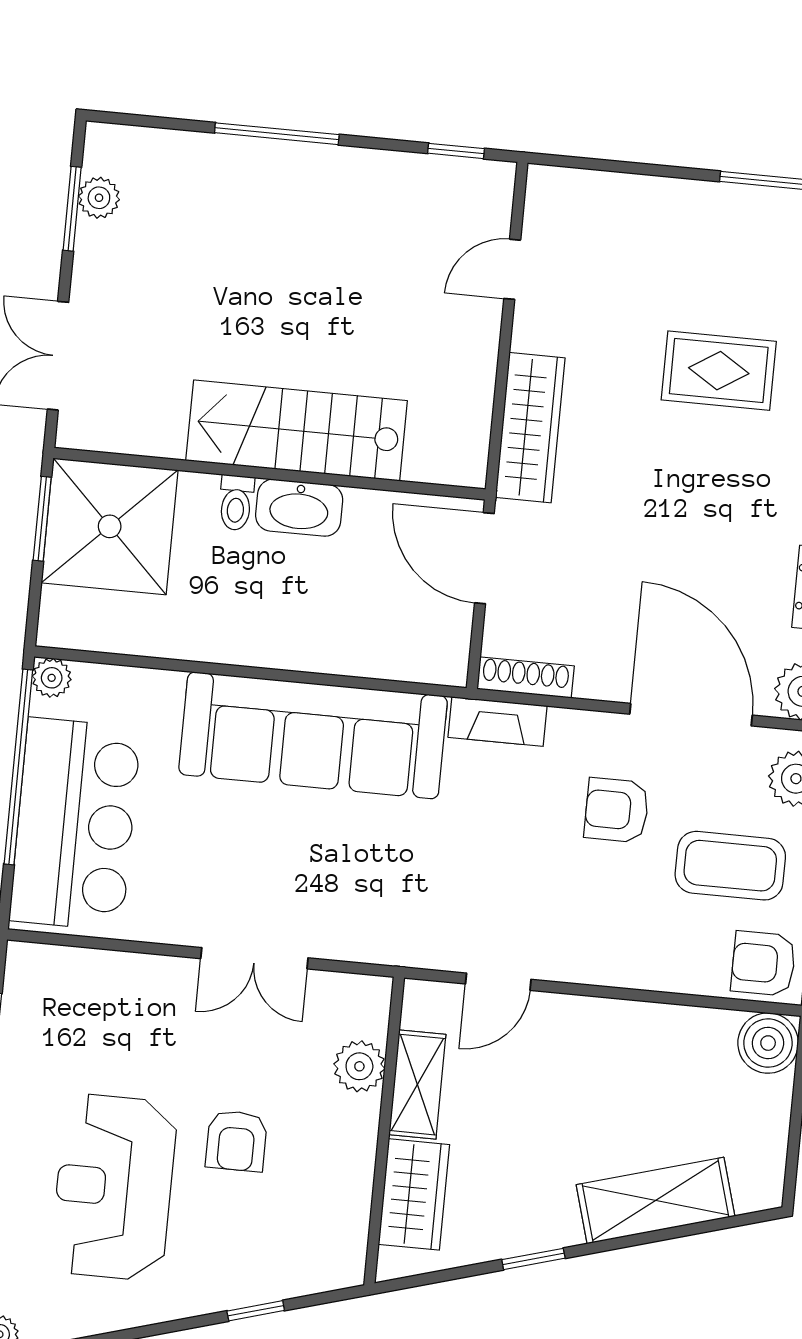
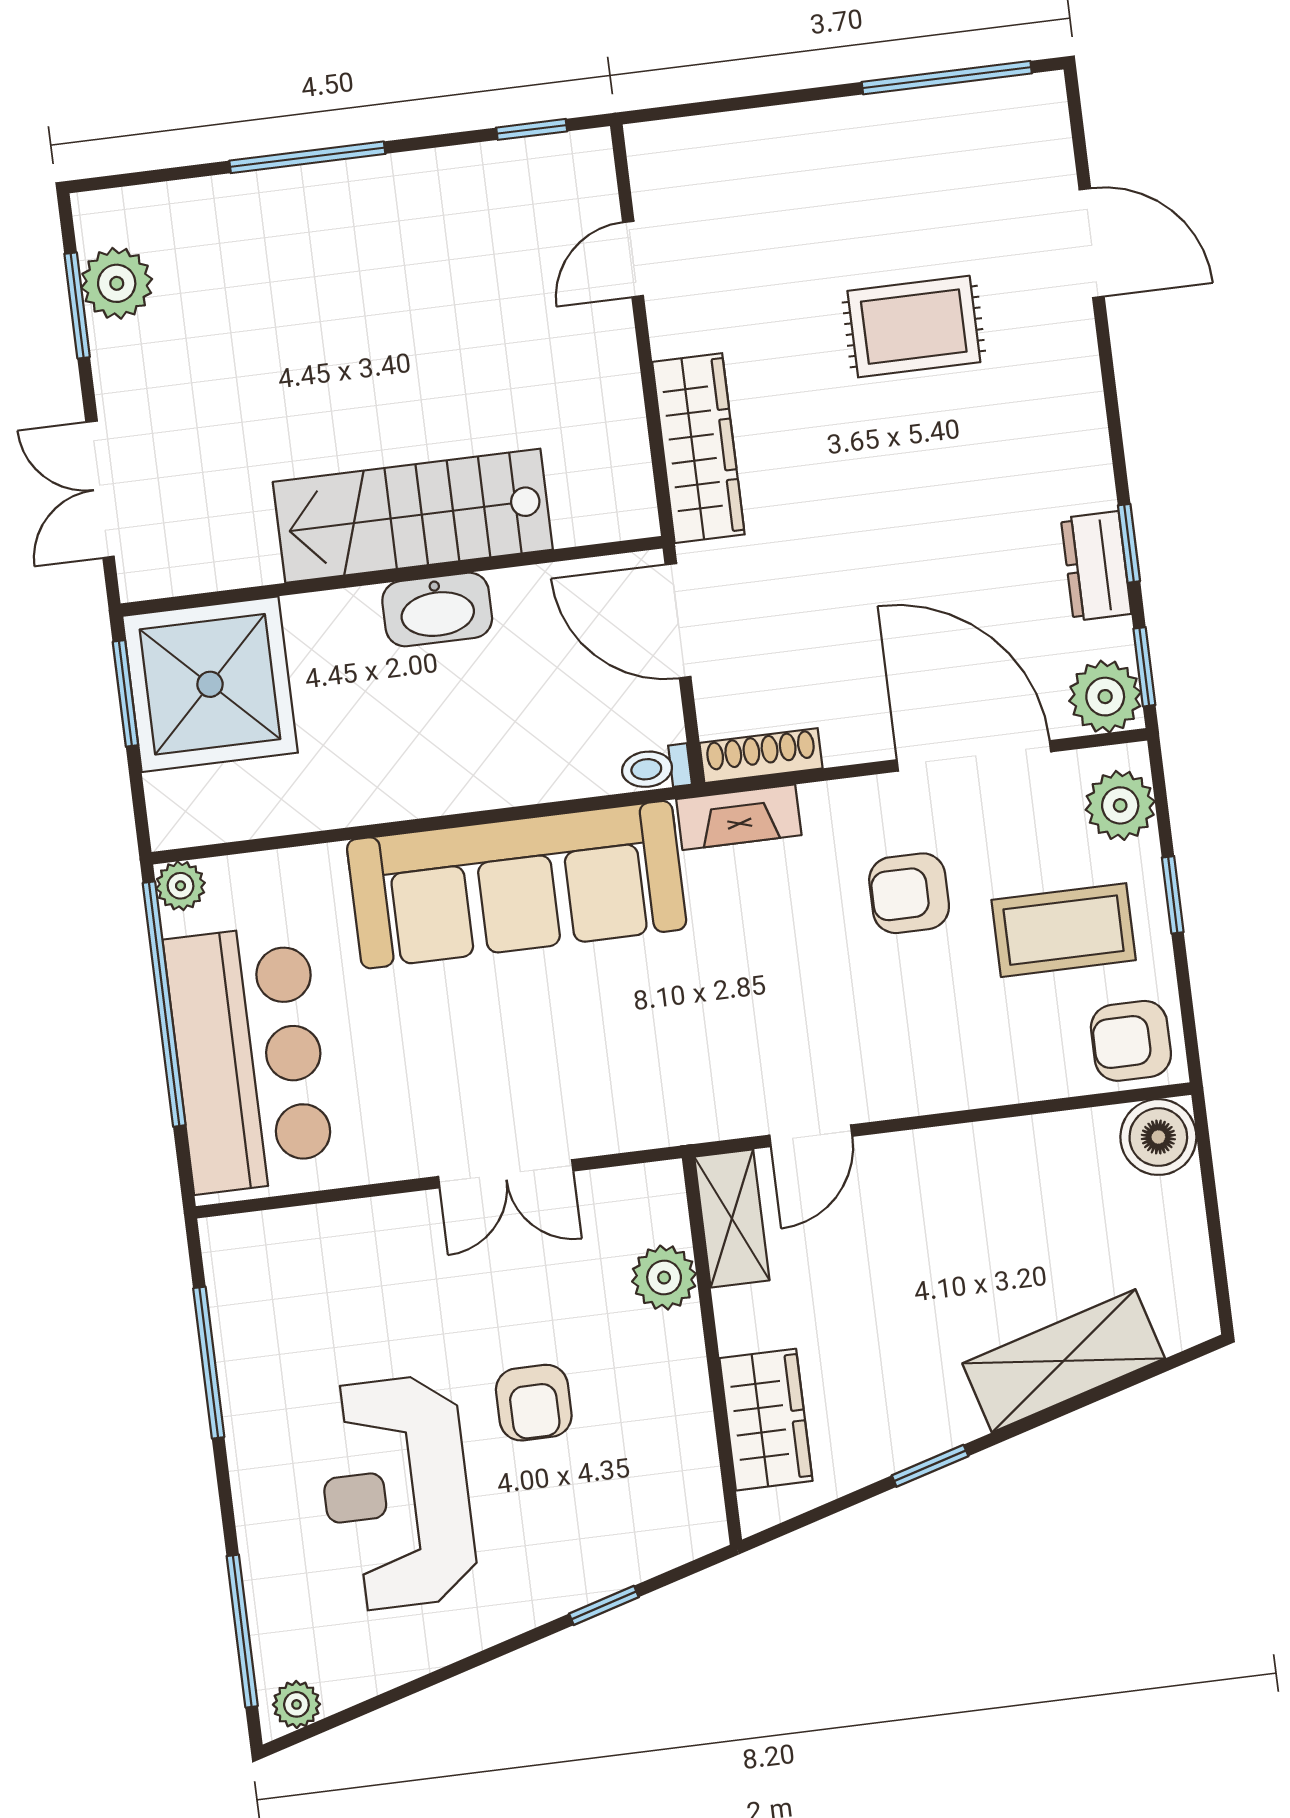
plant: (99, 198) -> (117, 283), width x1.38, depth x1.38
toilet: (236, 503) -> (656, 768), moved, turned 90
shelving: (417, 1085) -> (732, 1218), moved

